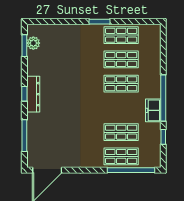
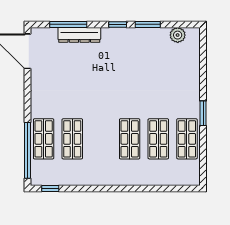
window: (24, 46) -> (148, 24), moved
dresser: (33, 94) -> (79, 35), moved
window: (163, 98) -> (113, 189), removed
freezer: (153, 110) -> (98, 177), removed
window: (163, 137) -> (50, 189), moved

